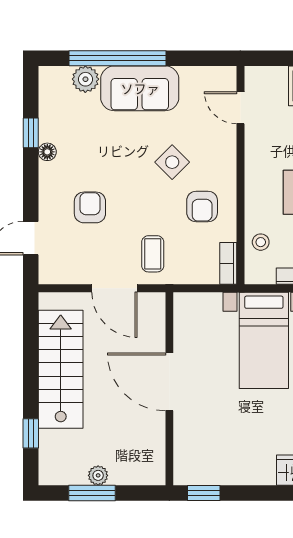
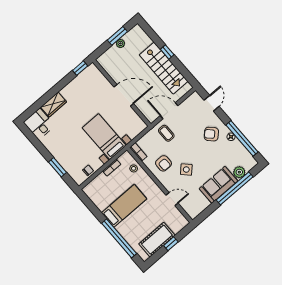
door: (240, 108) -> (172, 199), moved
window: (31, 133) -> (242, 138), width x3.17
armchair: (202, 206) -> (164, 163), turned 180
armchair: (90, 207) -> (211, 134), moved, turned 135
window: (31, 433) -> (167, 52), moved

